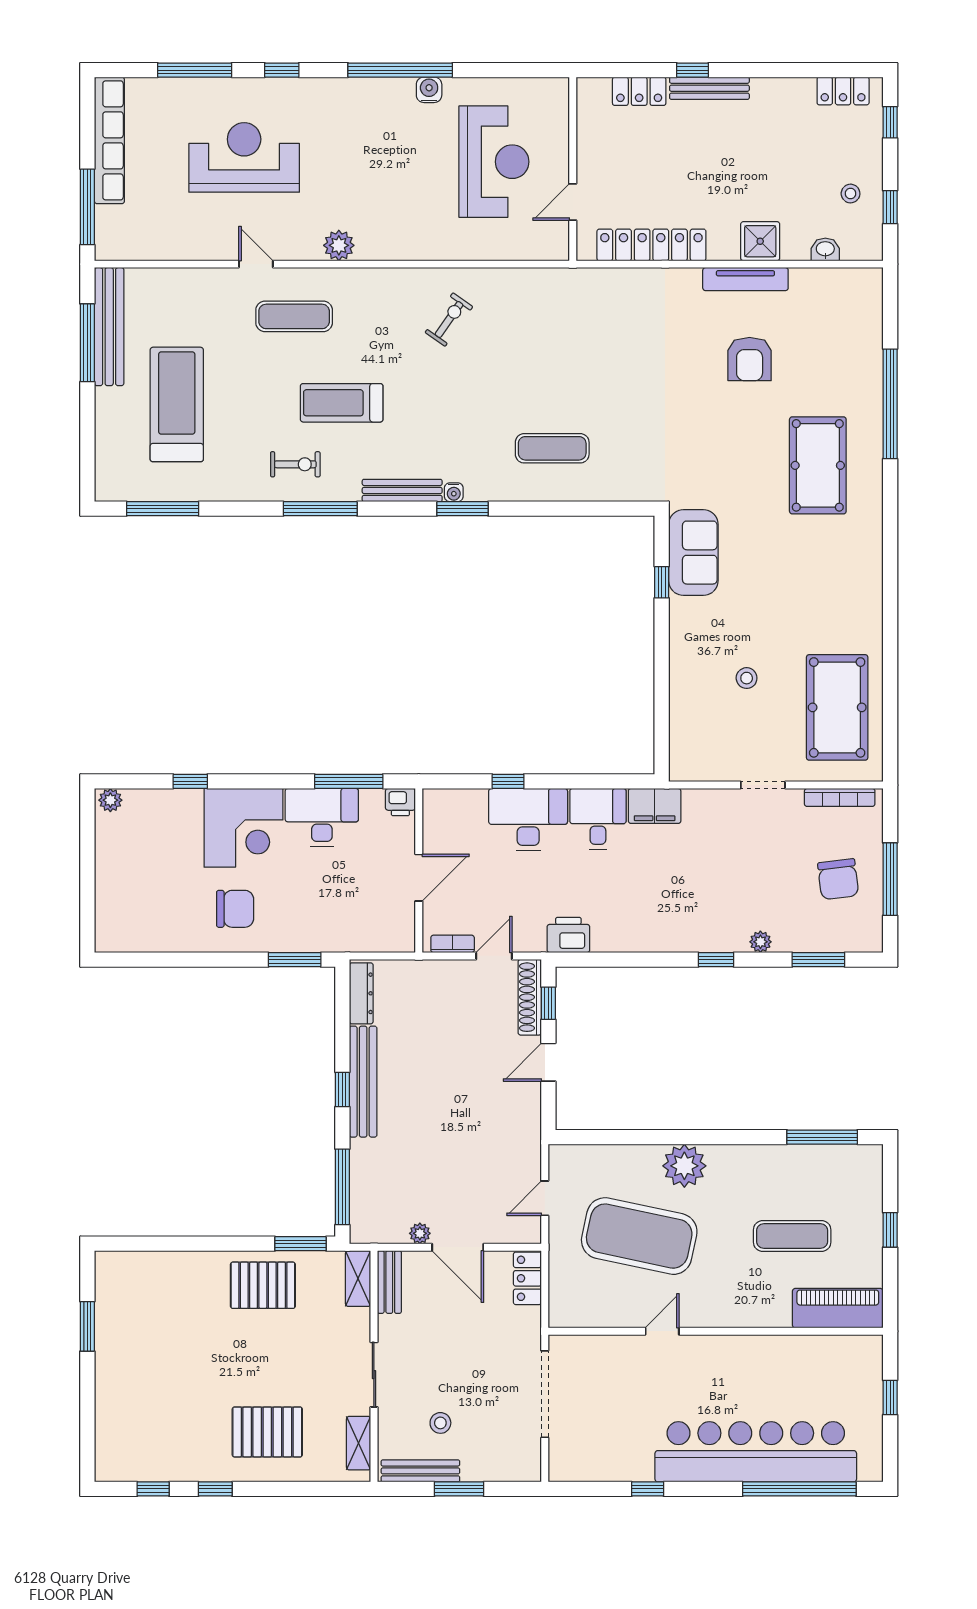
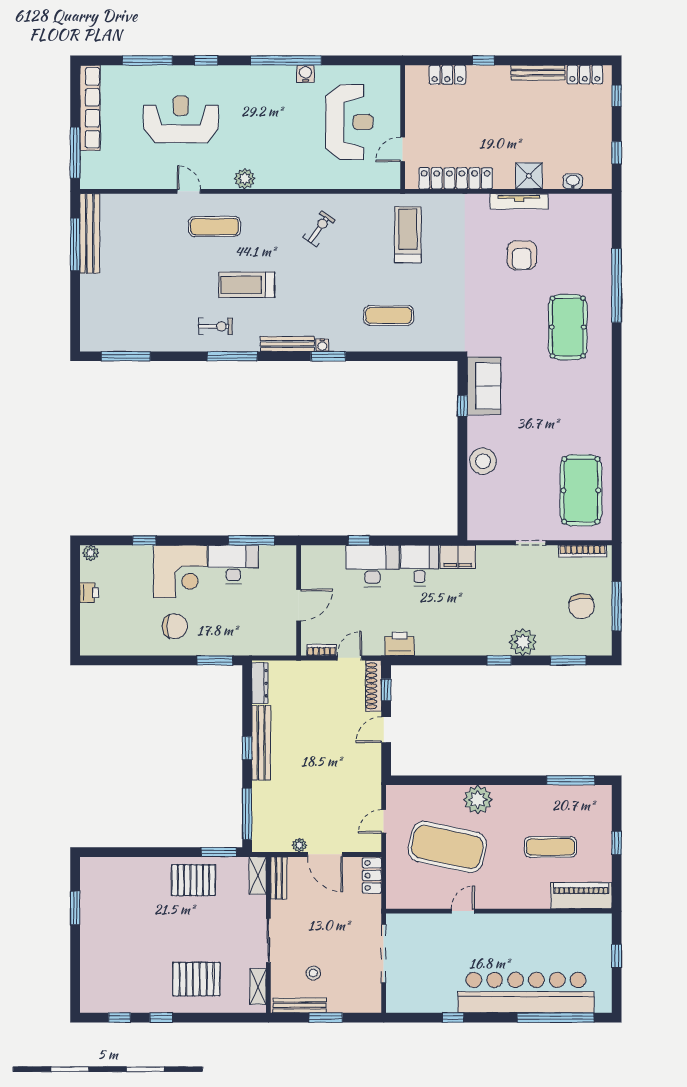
bench: (709, 88) -> (538, 73), moved
stool: (851, 194) -> (590, 144), removed
treadmill: (177, 404) -> (408, 235), moved, width x0.73, depth x0.73
stool: (747, 678) -> (483, 461), moved, width x1.89, depth x1.89
printer: (400, 802) -> (89, 593), moved, turned -90
plant: (760, 942) -> (523, 642), width x1.87, depth x1.87

